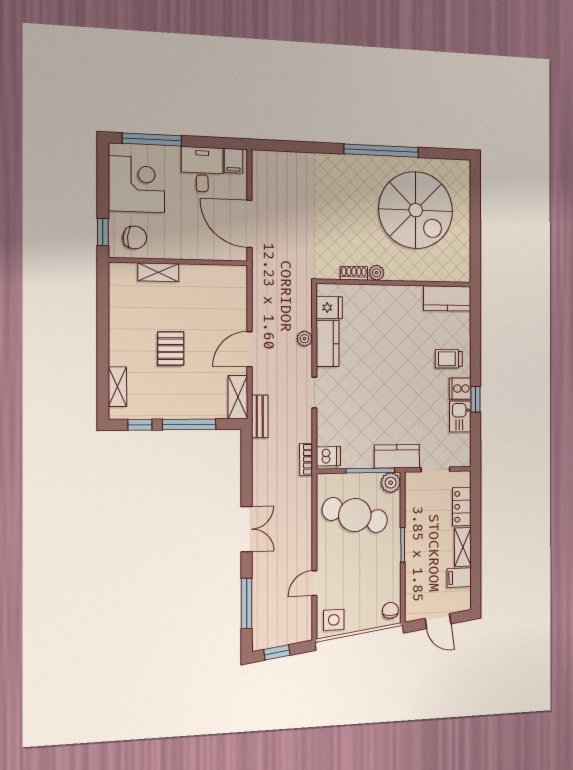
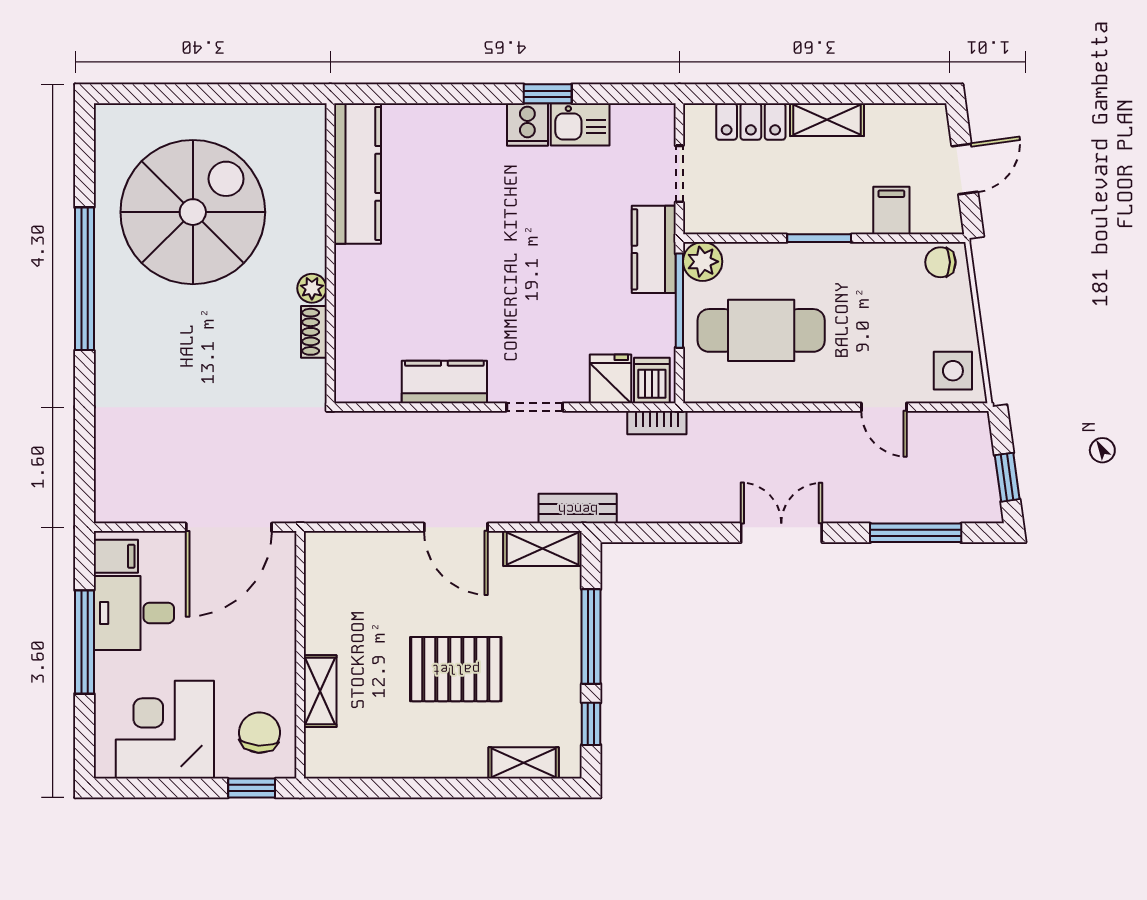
window: (152, 140) -> (84, 642), moved
kitchen counter: (447, 298) -> (357, 173), width x1.50
fridge: (329, 308) -> (611, 379), moved
plant: (304, 339) -> (436, 425), removed
pallet: (171, 349) -> (456, 669), width x1.50, depth x1.42
trolley: (449, 359) -> (471, 147), removed
cafe table: (355, 515) -> (761, 330), turned 74
filing cabinet: (459, 578) -> (891, 210), moved, turned 180

